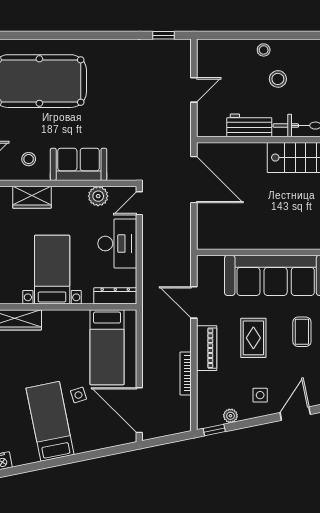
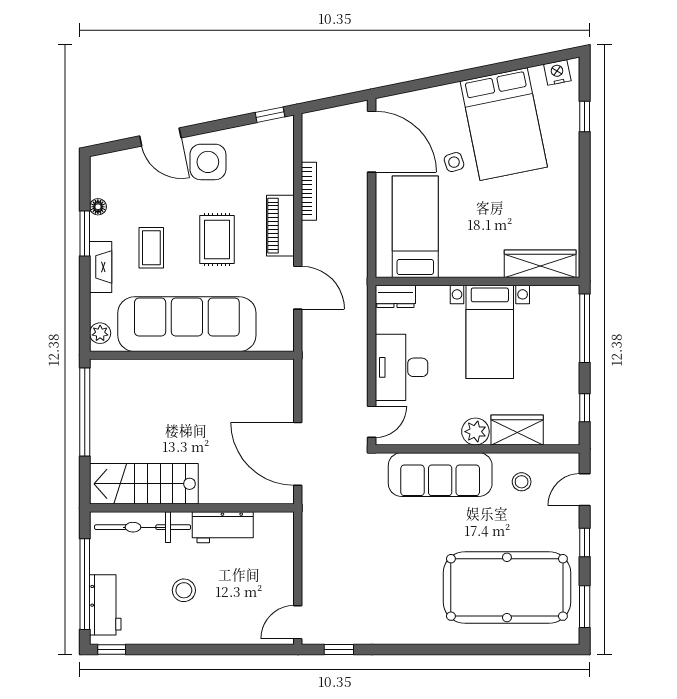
stool: (264, 50) -> (203, 630), removed
door: (194, 90) -> (298, 622), moved
sofa: (79, 164) -> (440, 475), width x1.36
plant: (98, 196) -> (475, 432), moved
dresser: (115, 296) -> (395, 296), width x0.70
side table: (260, 395) -> (208, 162), width x1.87, depth x1.87
door: (295, 414) -> (160, 137), hinge flipped
plant: (230, 416) -> (248, 134), removed
bed: (50, 421) -> (504, 124), width x1.50

